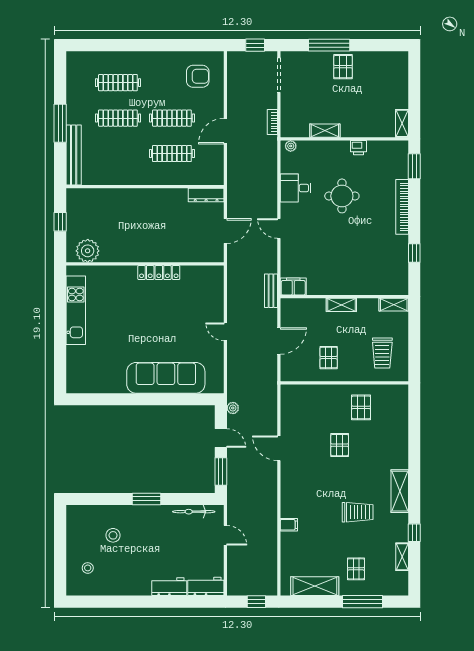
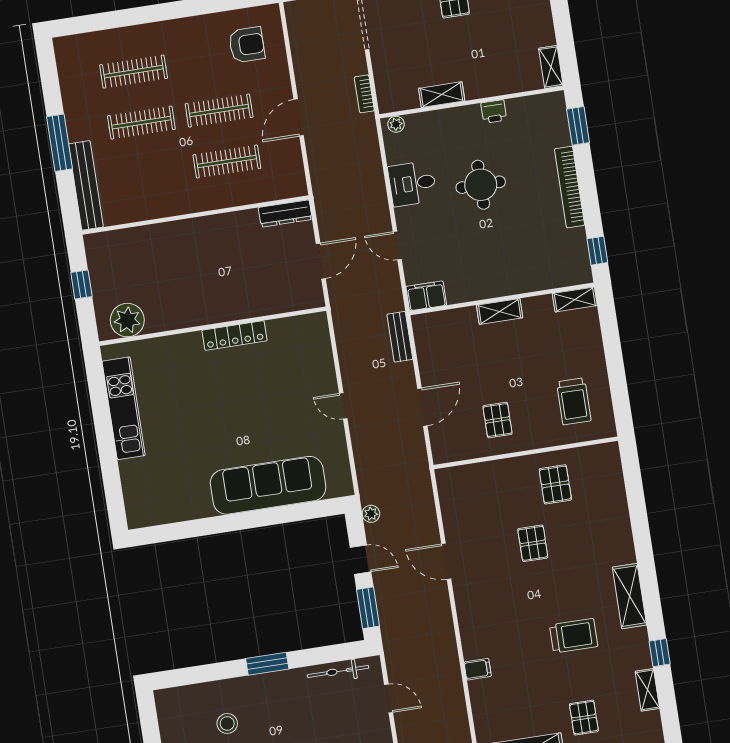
filing cabinet: (293, 287) -> (426, 296), moved
wall: (344, 297) -> (502, 299), moved
shelving: (341, 305) -> (500, 311), moved
shelving: (394, 305) -> (575, 299), moved

